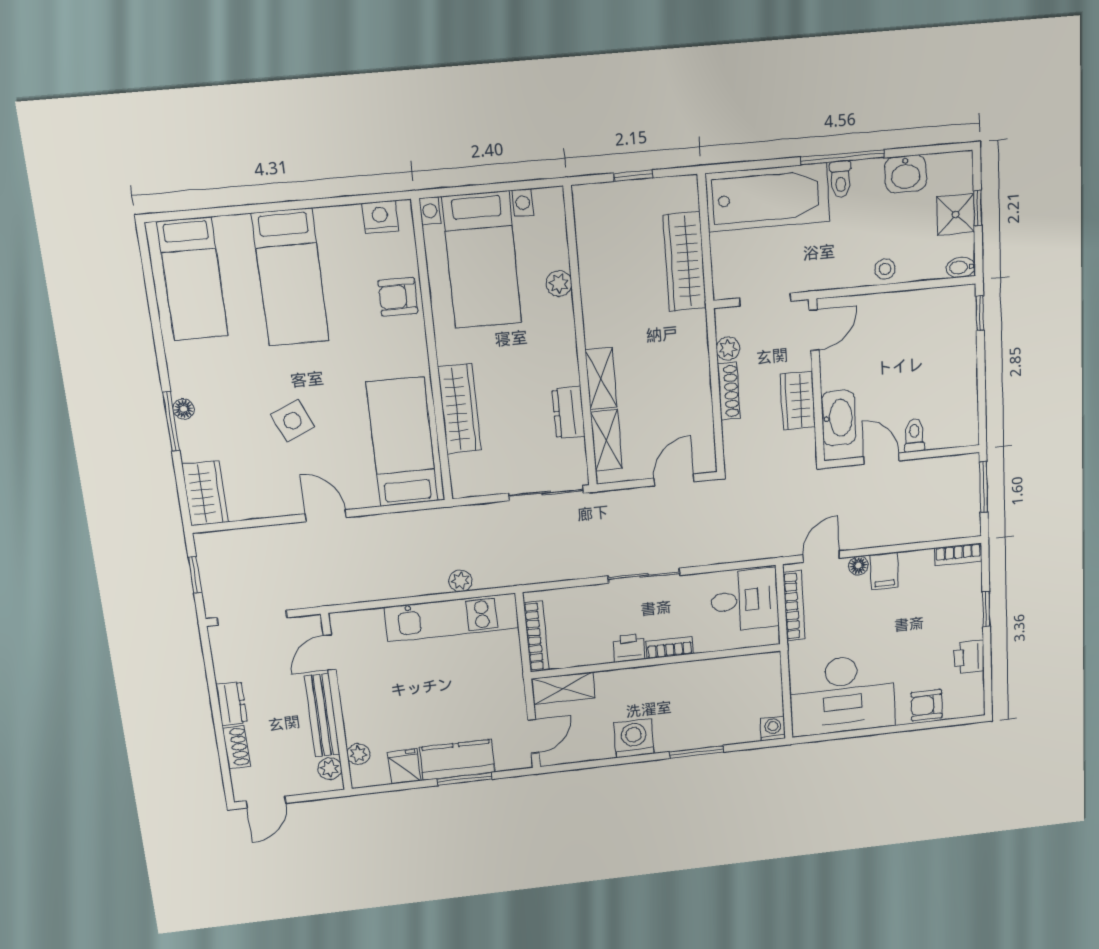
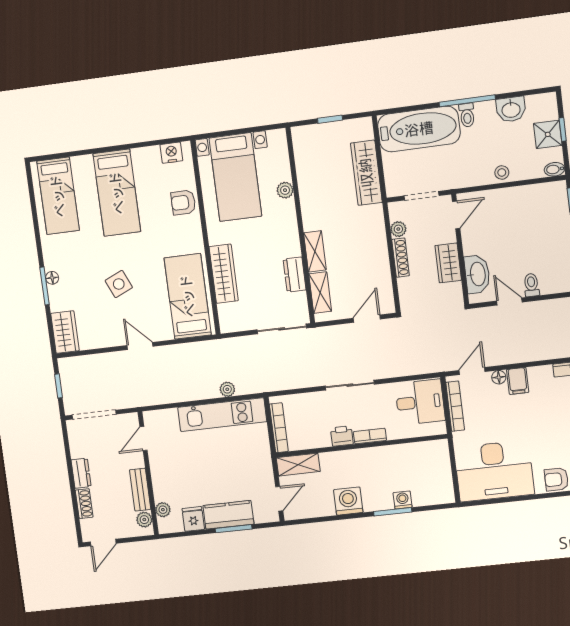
bench: (322, 715) -> (140, 490), width x0.73
washing machine: (773, 728) -> (403, 500), moved

